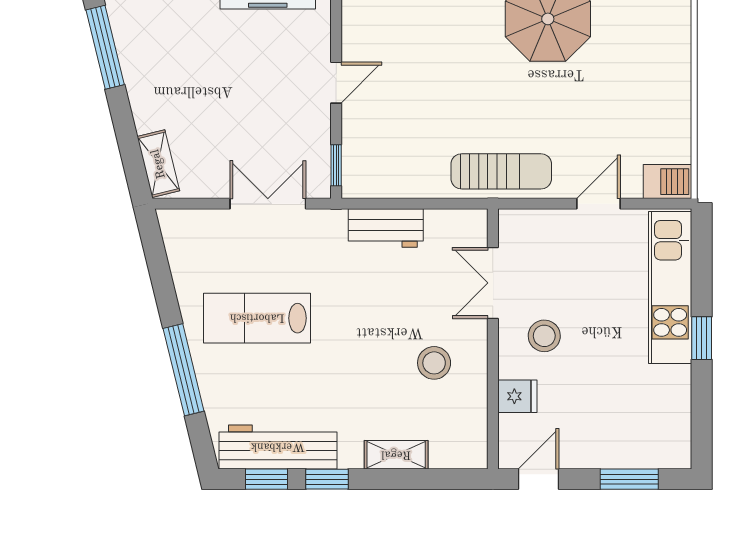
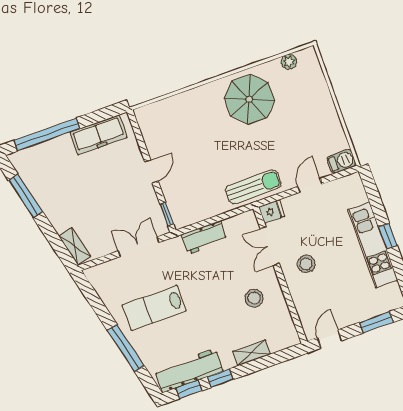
kitchen unit: (670, 287) -> (373, 245), moved
fridge: (517, 396) -> (272, 212), moved

